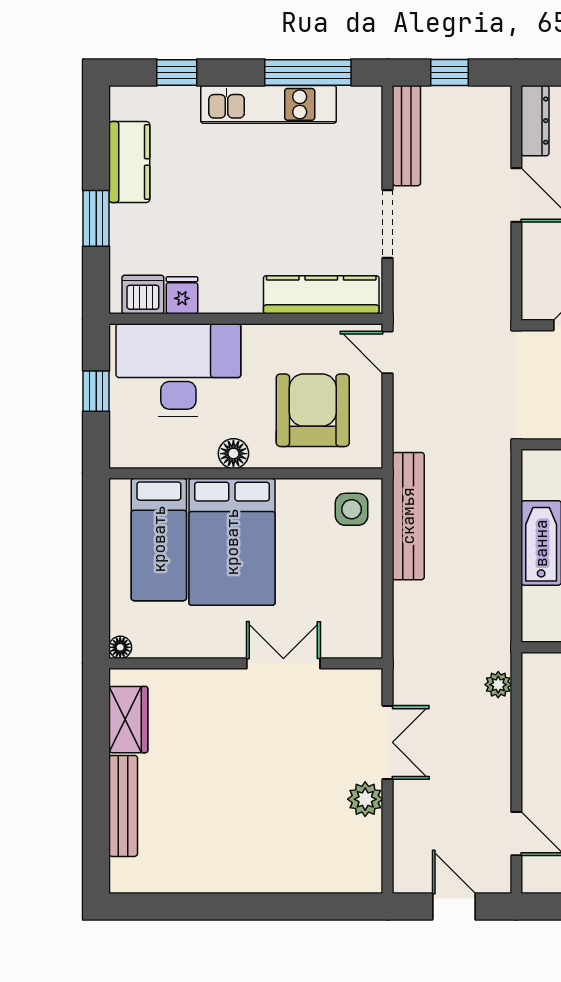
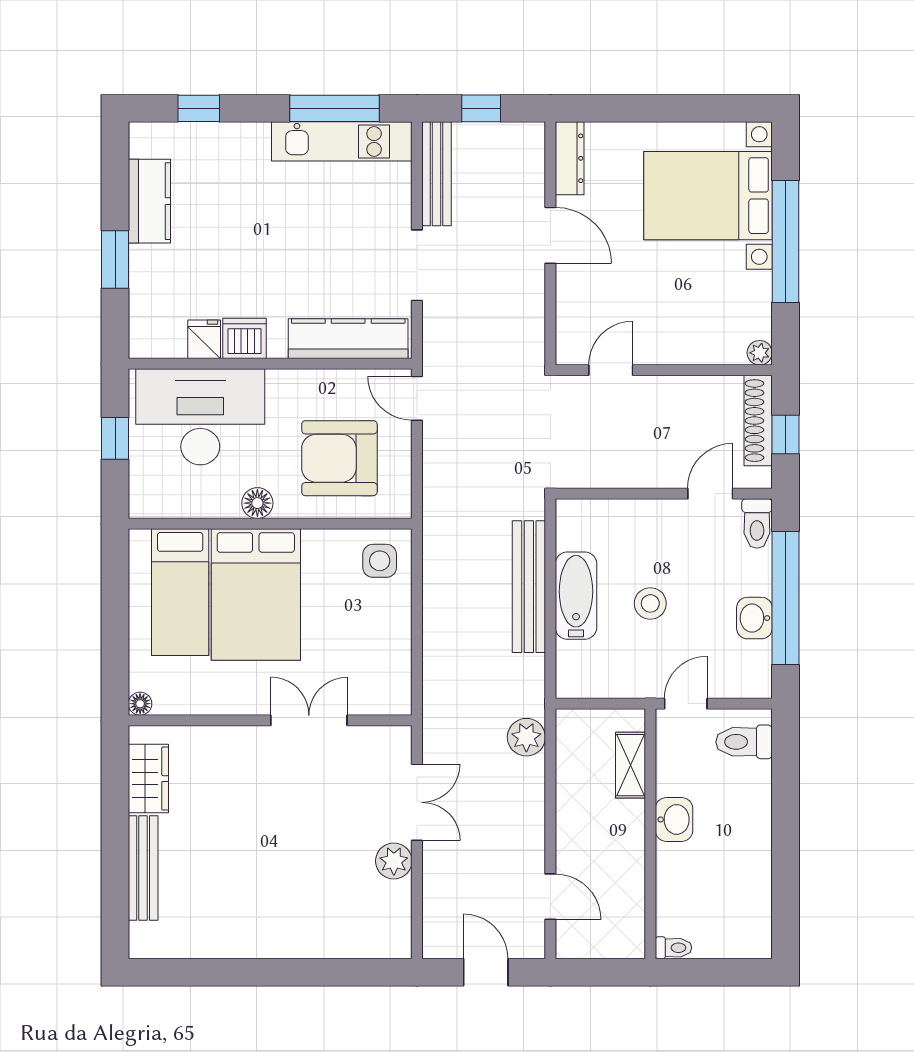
kitchen unit: (269, 104) -> (342, 141), moved
dishwasher: (143, 295) -> (245, 338), moved
armchair: (313, 410) -> (339, 458), turned -90
bench: (408, 516) -> (529, 587), moved
plant: (498, 685) -> (526, 737), width x1.38, depth x1.38

